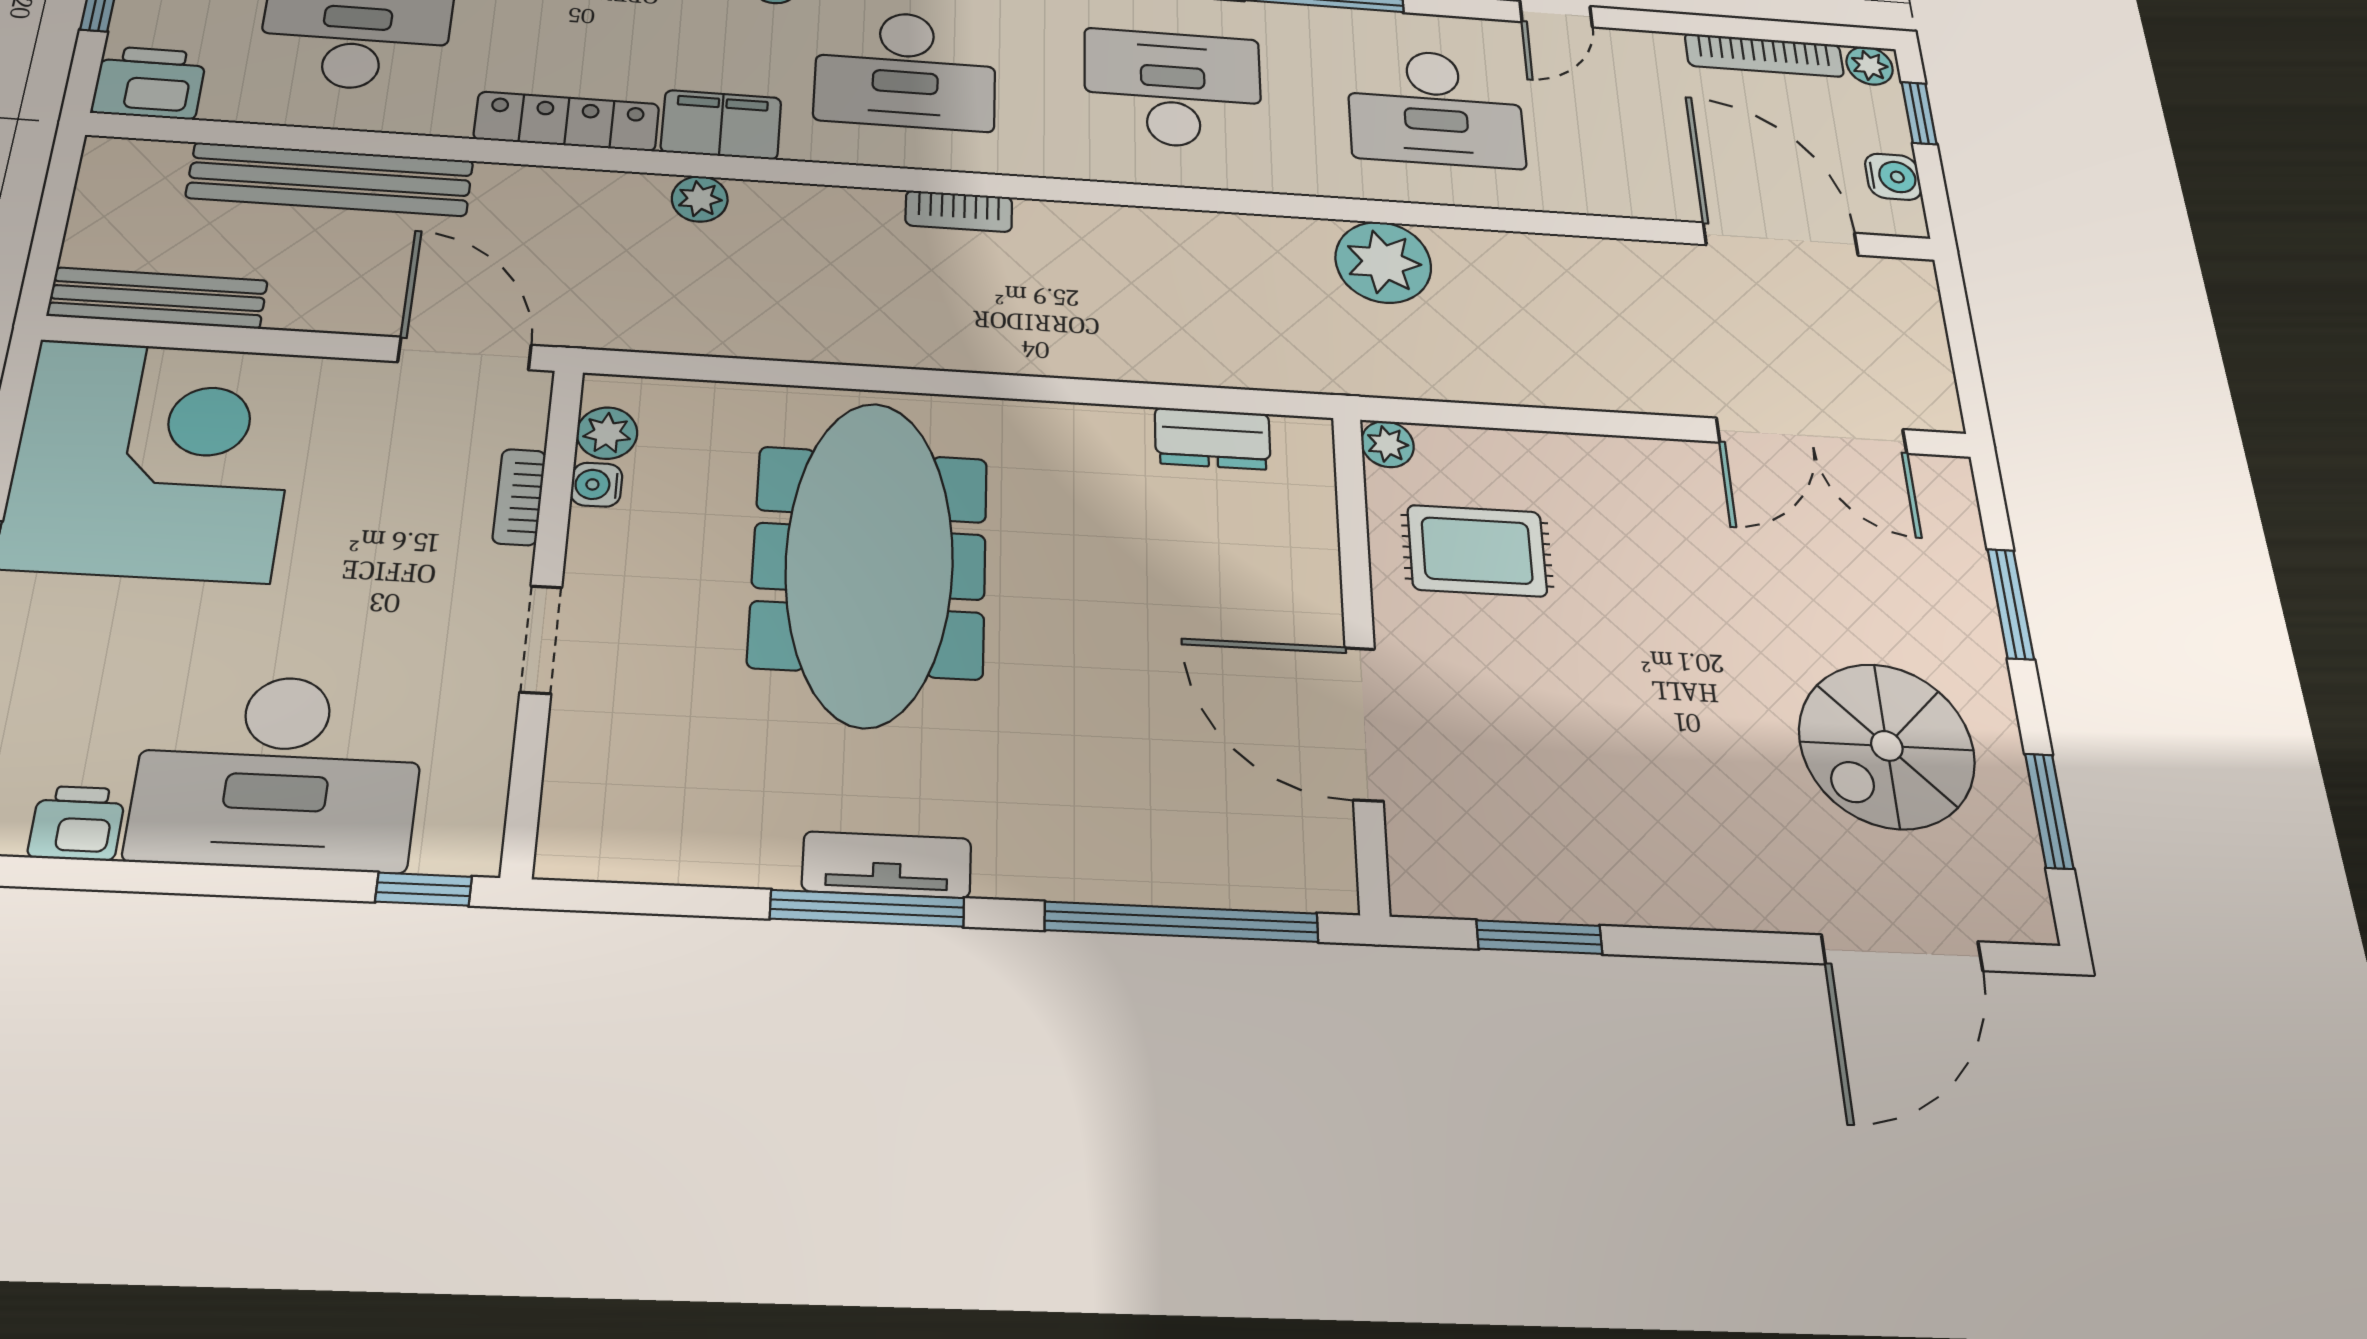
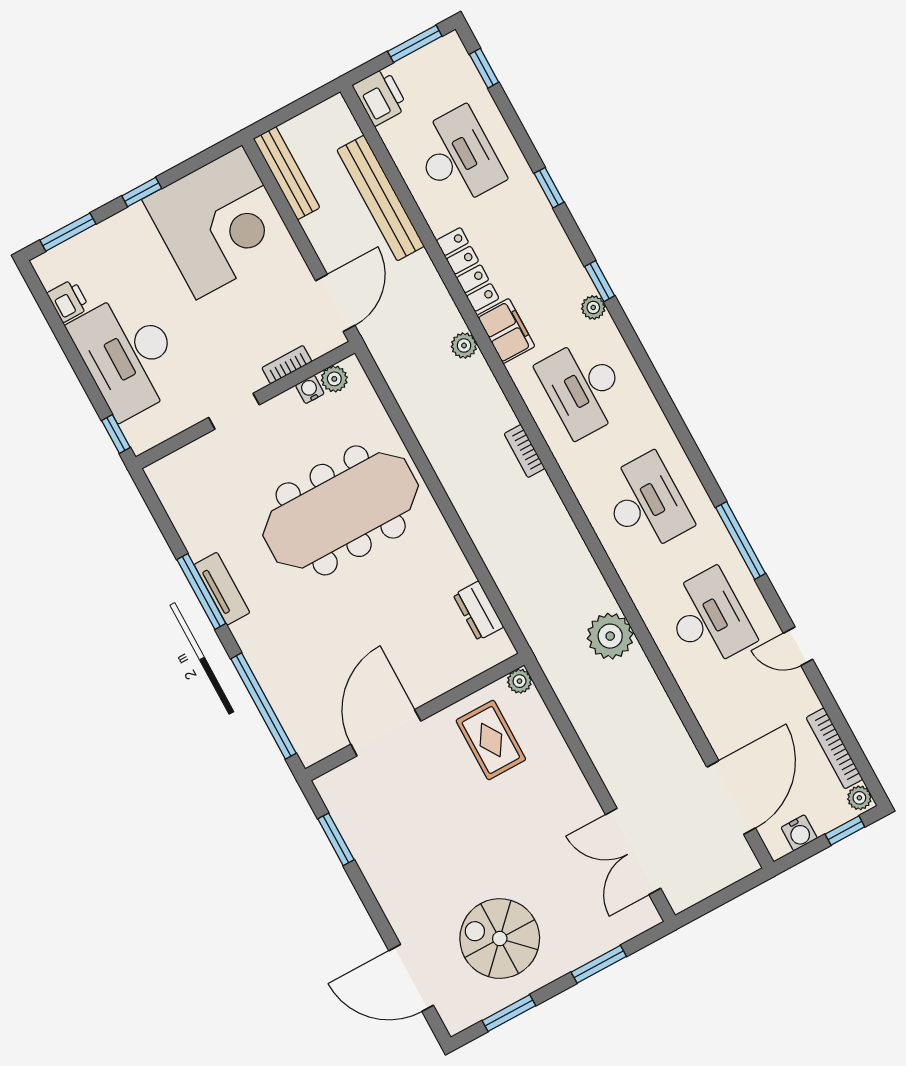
desk: (1435, 108) -> (709, 619), turned 180

